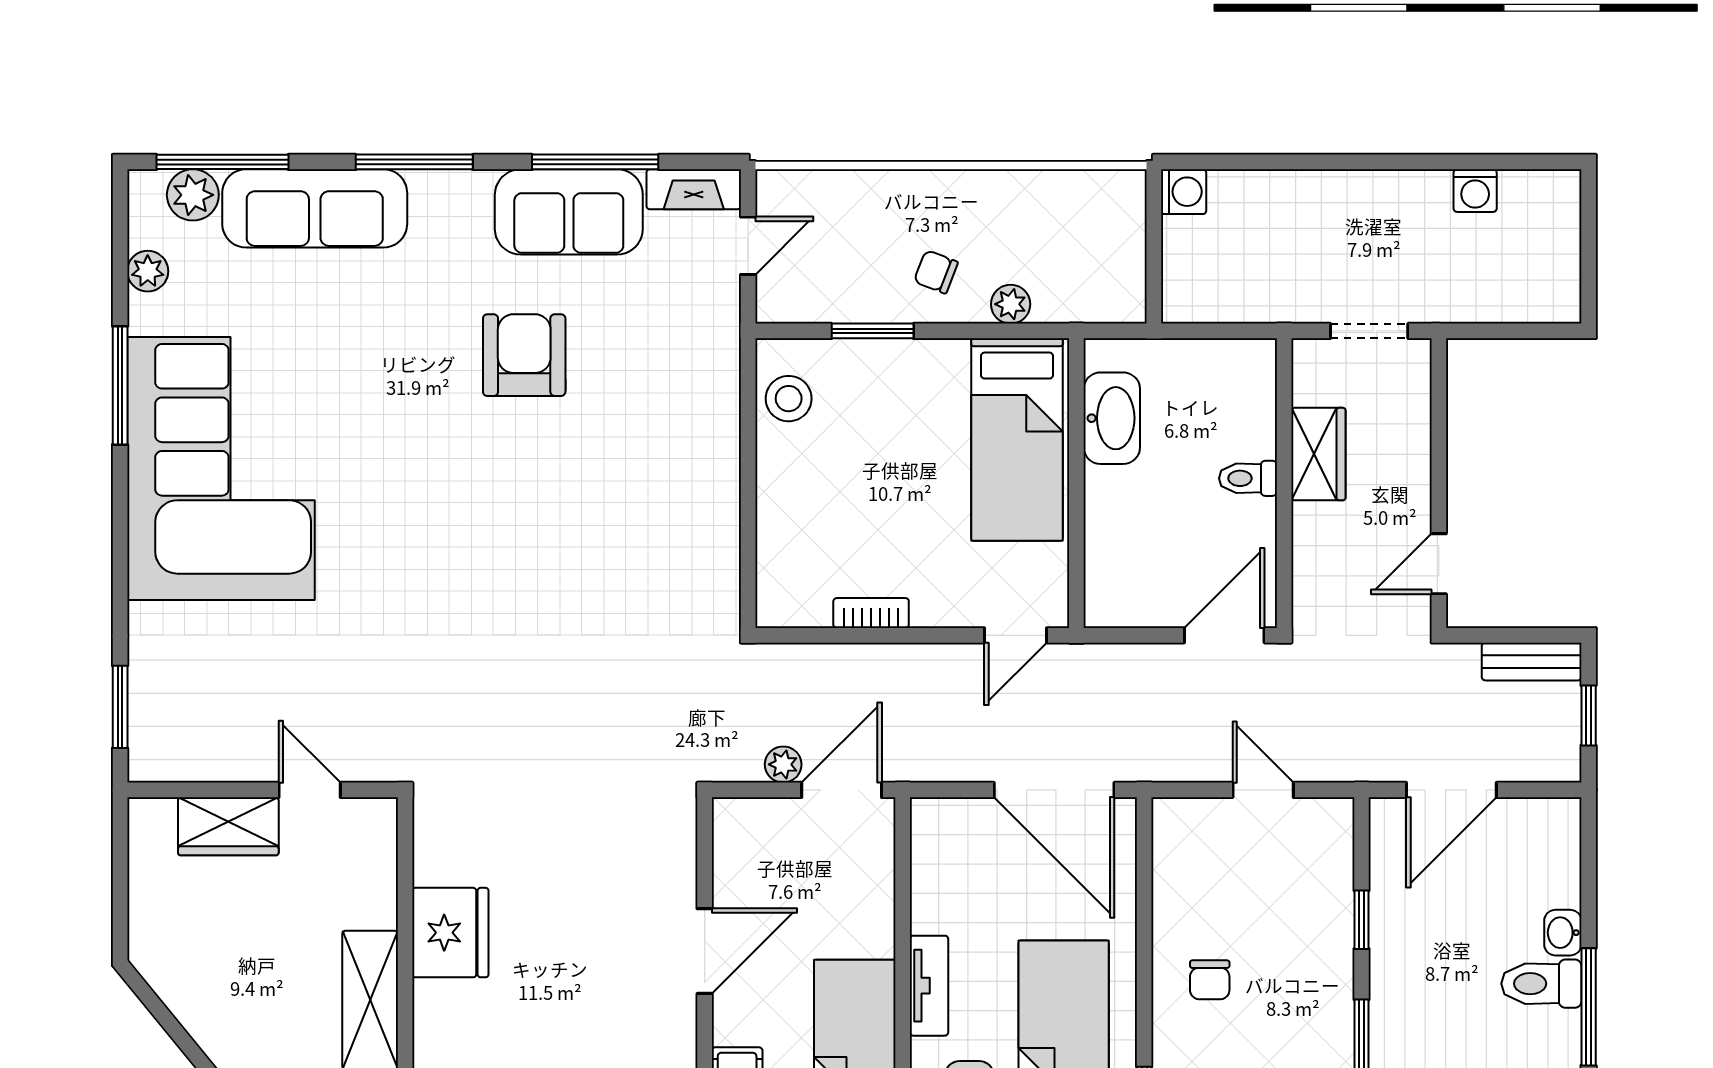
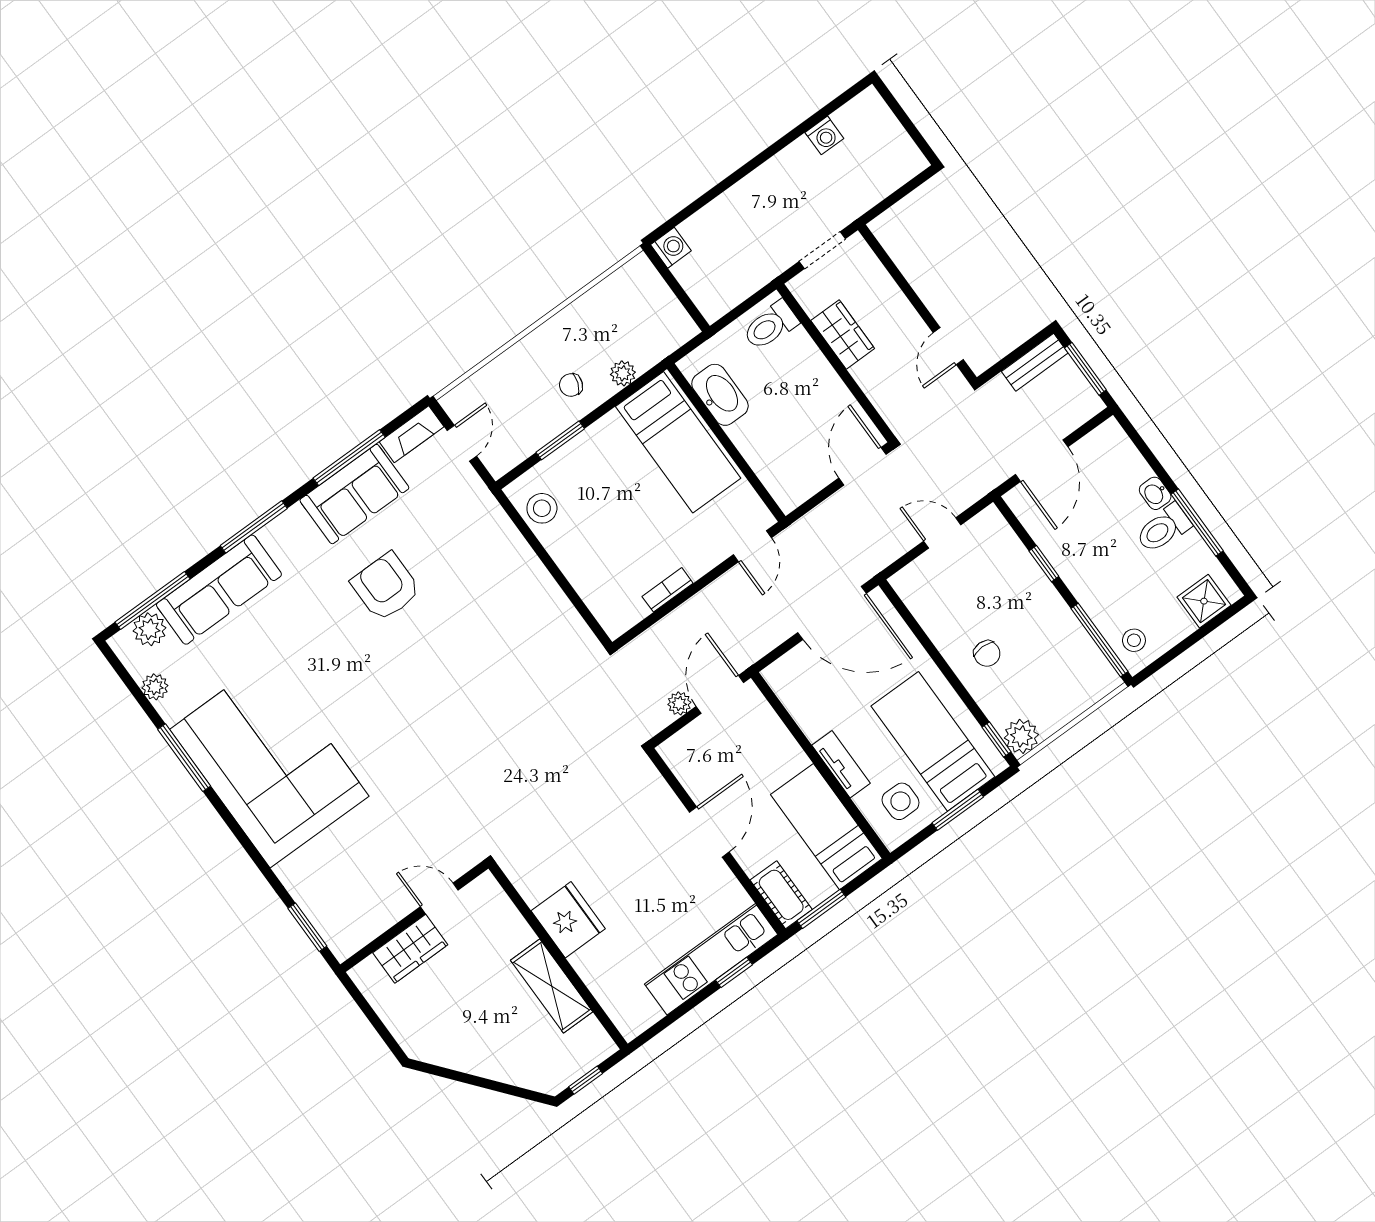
toilet: (1248, 478) -> (770, 326), moved, width x1.37, depth x1.39
window: (1589, 715) -> (1085, 369), width x1.50

